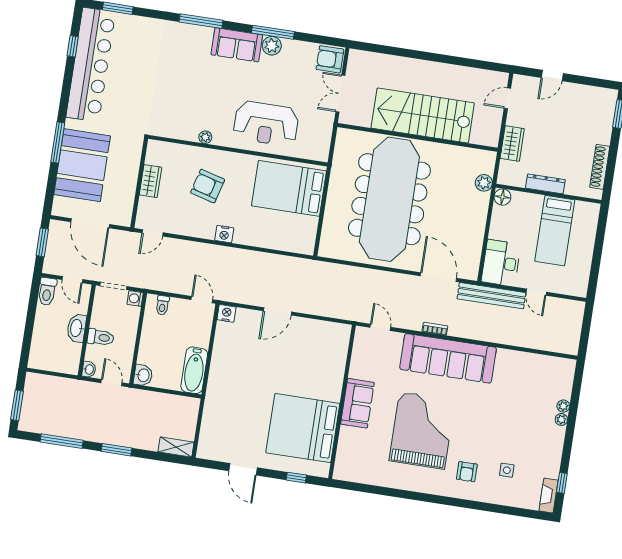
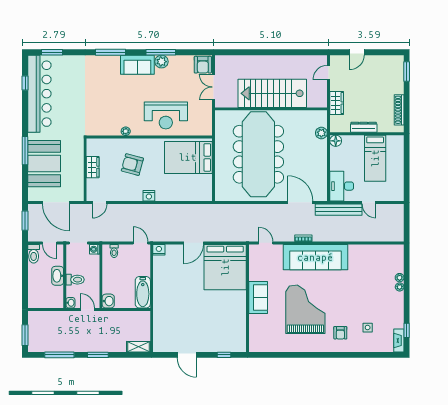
armchair: (330, 59) -> (203, 65), turned -90
bed: (303, 428) -> (225, 267), moved, turned -90

